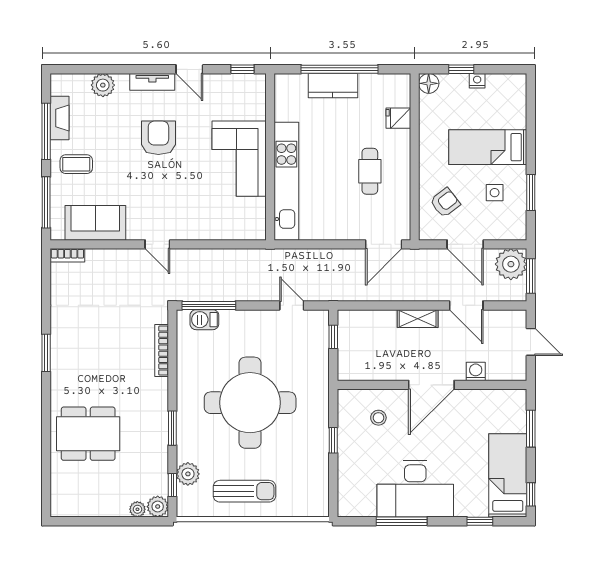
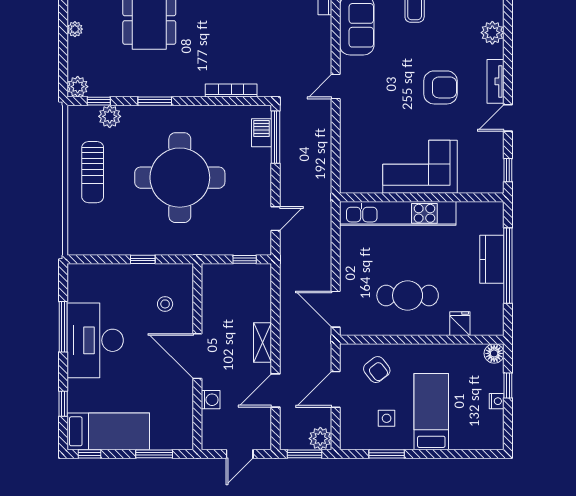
cafe table: (370, 171) -> (408, 295), width x1.37, depth x1.35
plant: (511, 264) -> (320, 439), width x0.73, depth x0.73
plant: (137, 509) -> (75, 29), moved

